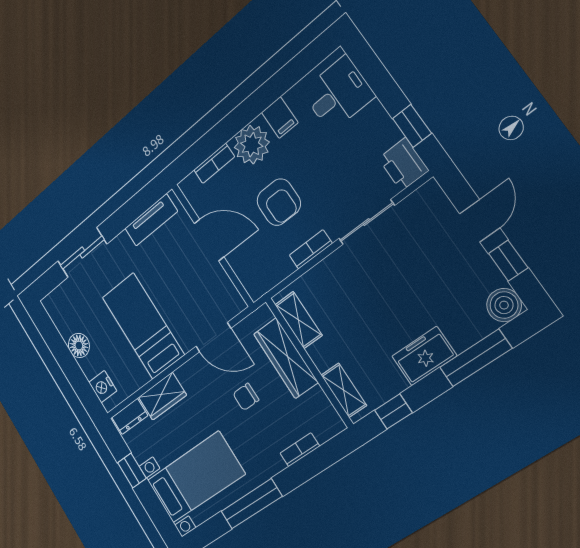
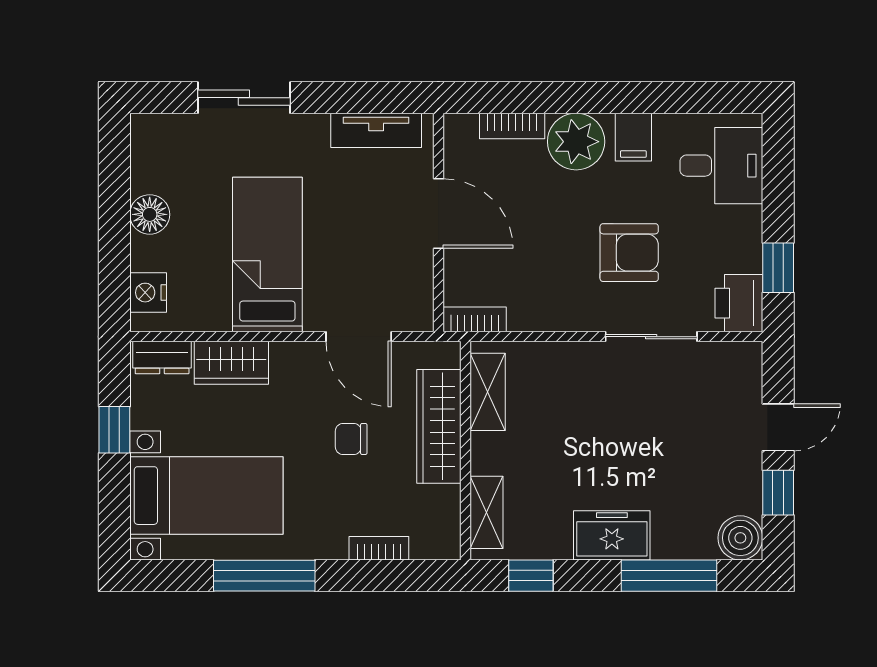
armchair: (279, 202) -> (629, 253), moved, turned -90
bookcase: (311, 249) -> (475, 319), moved

